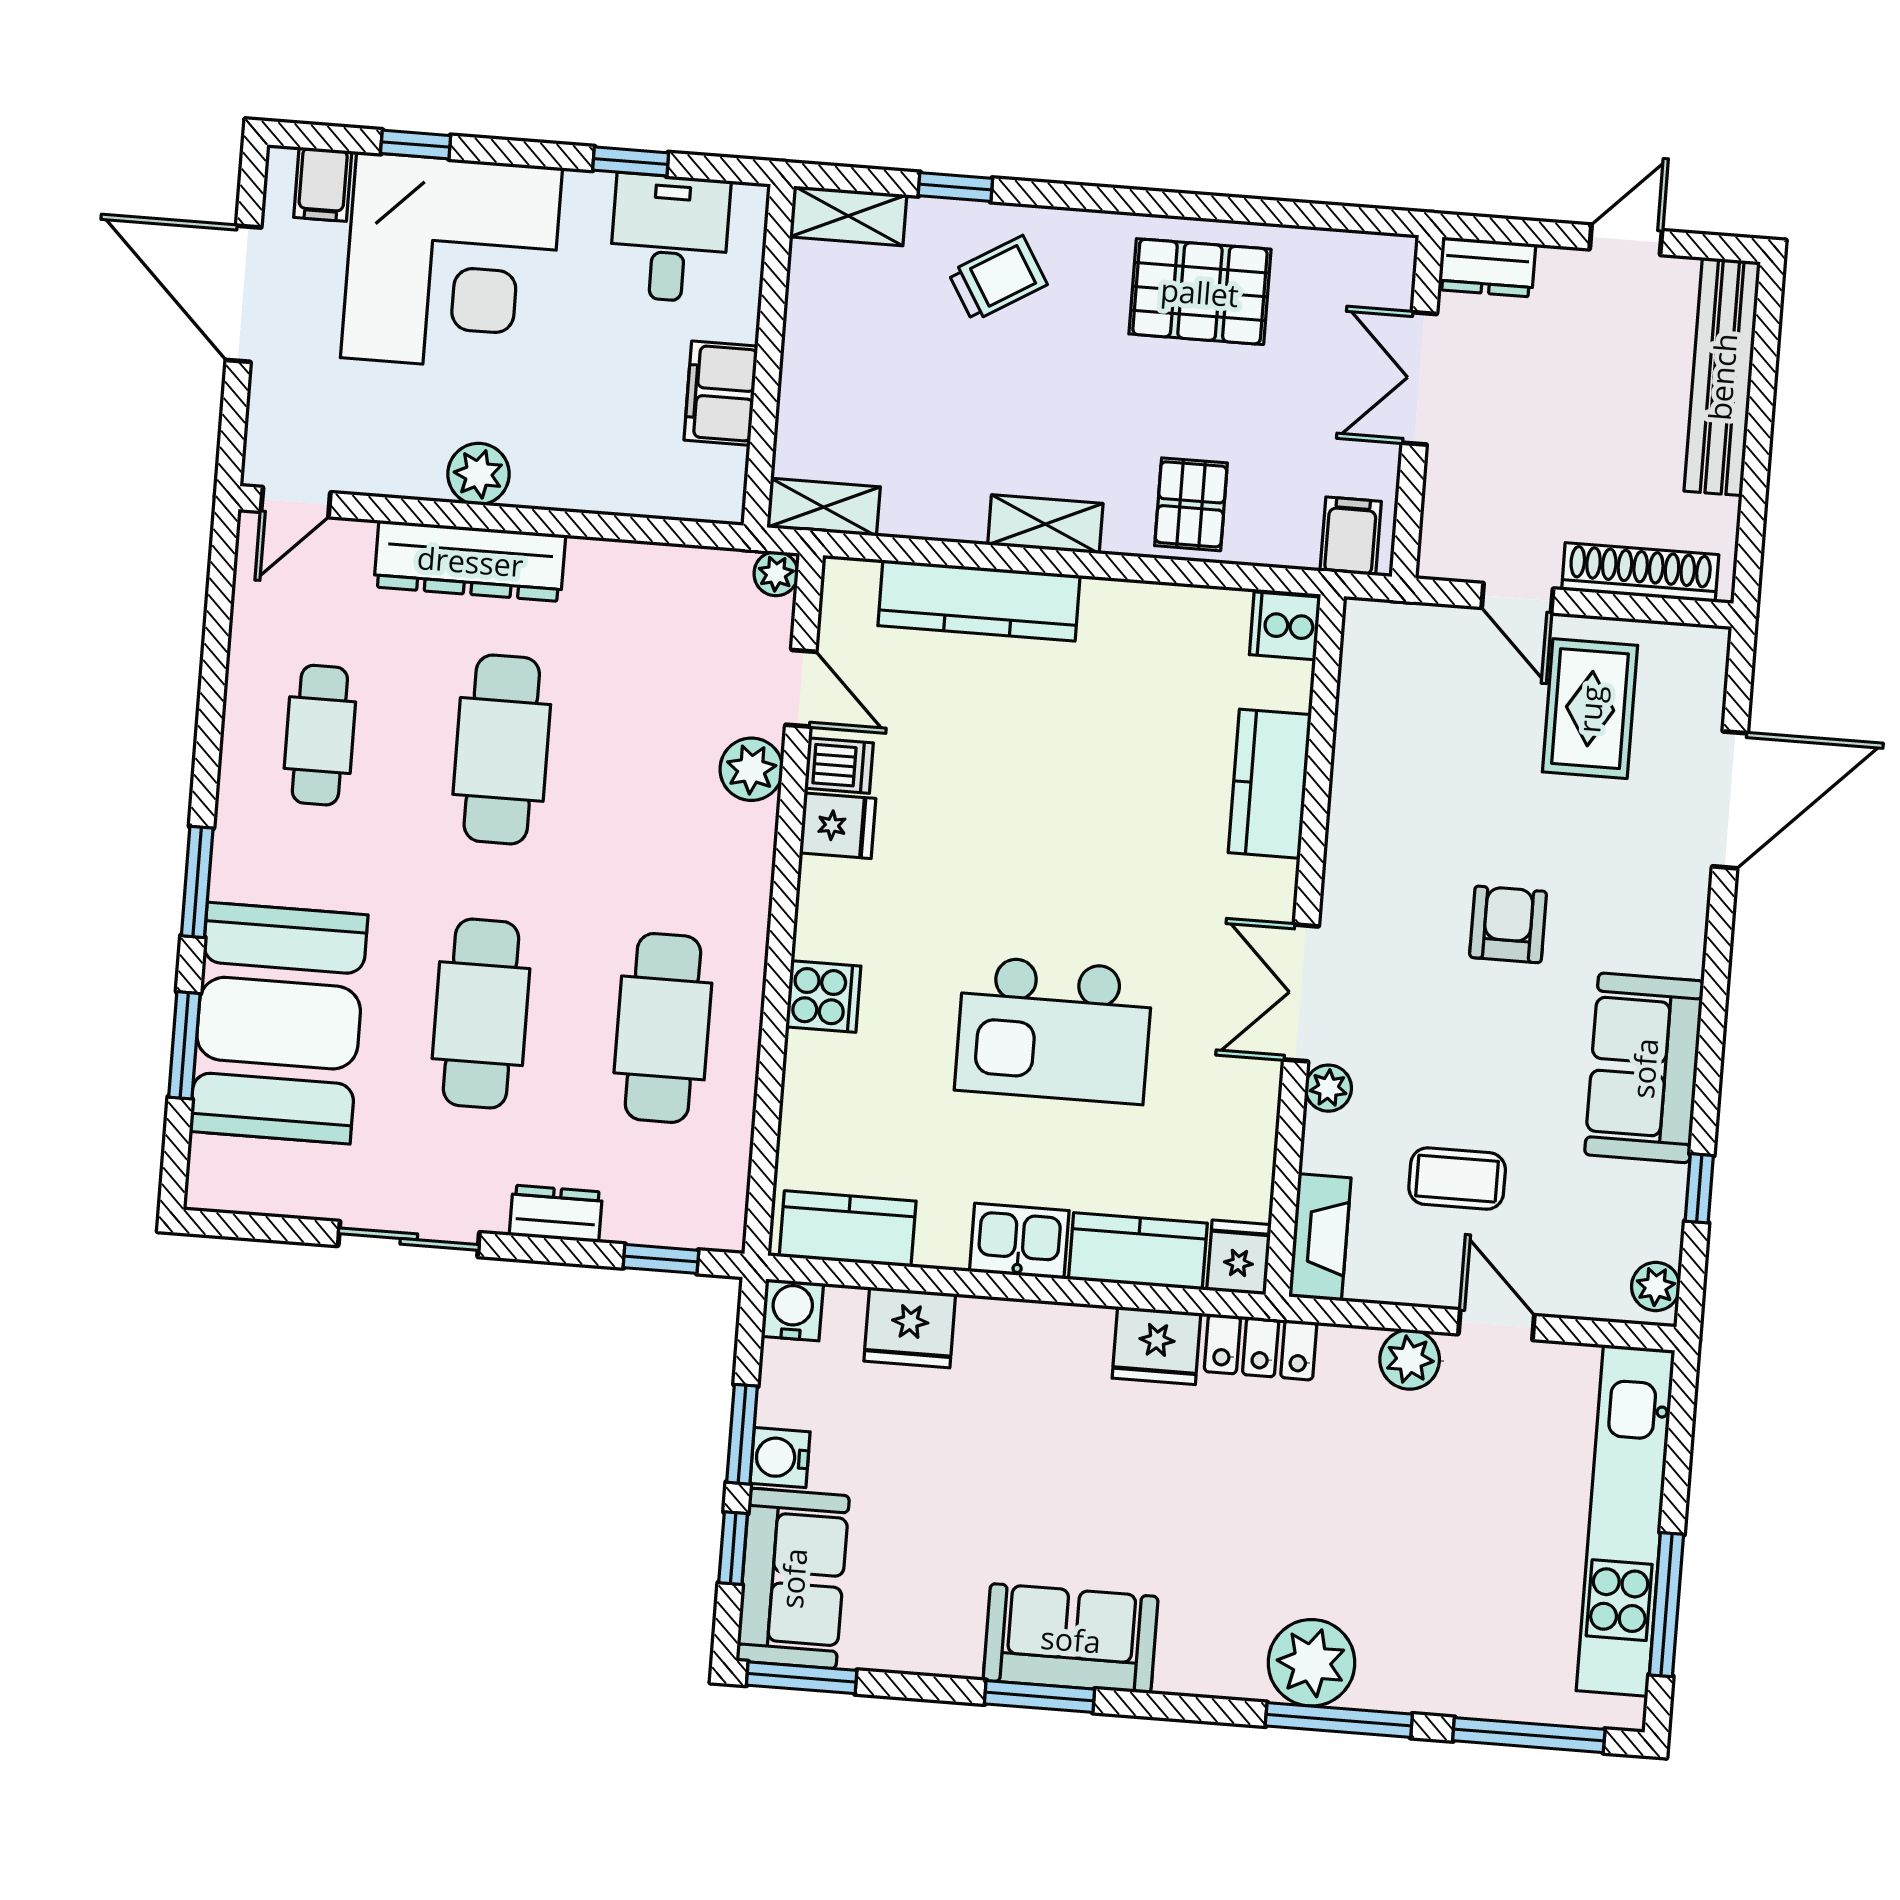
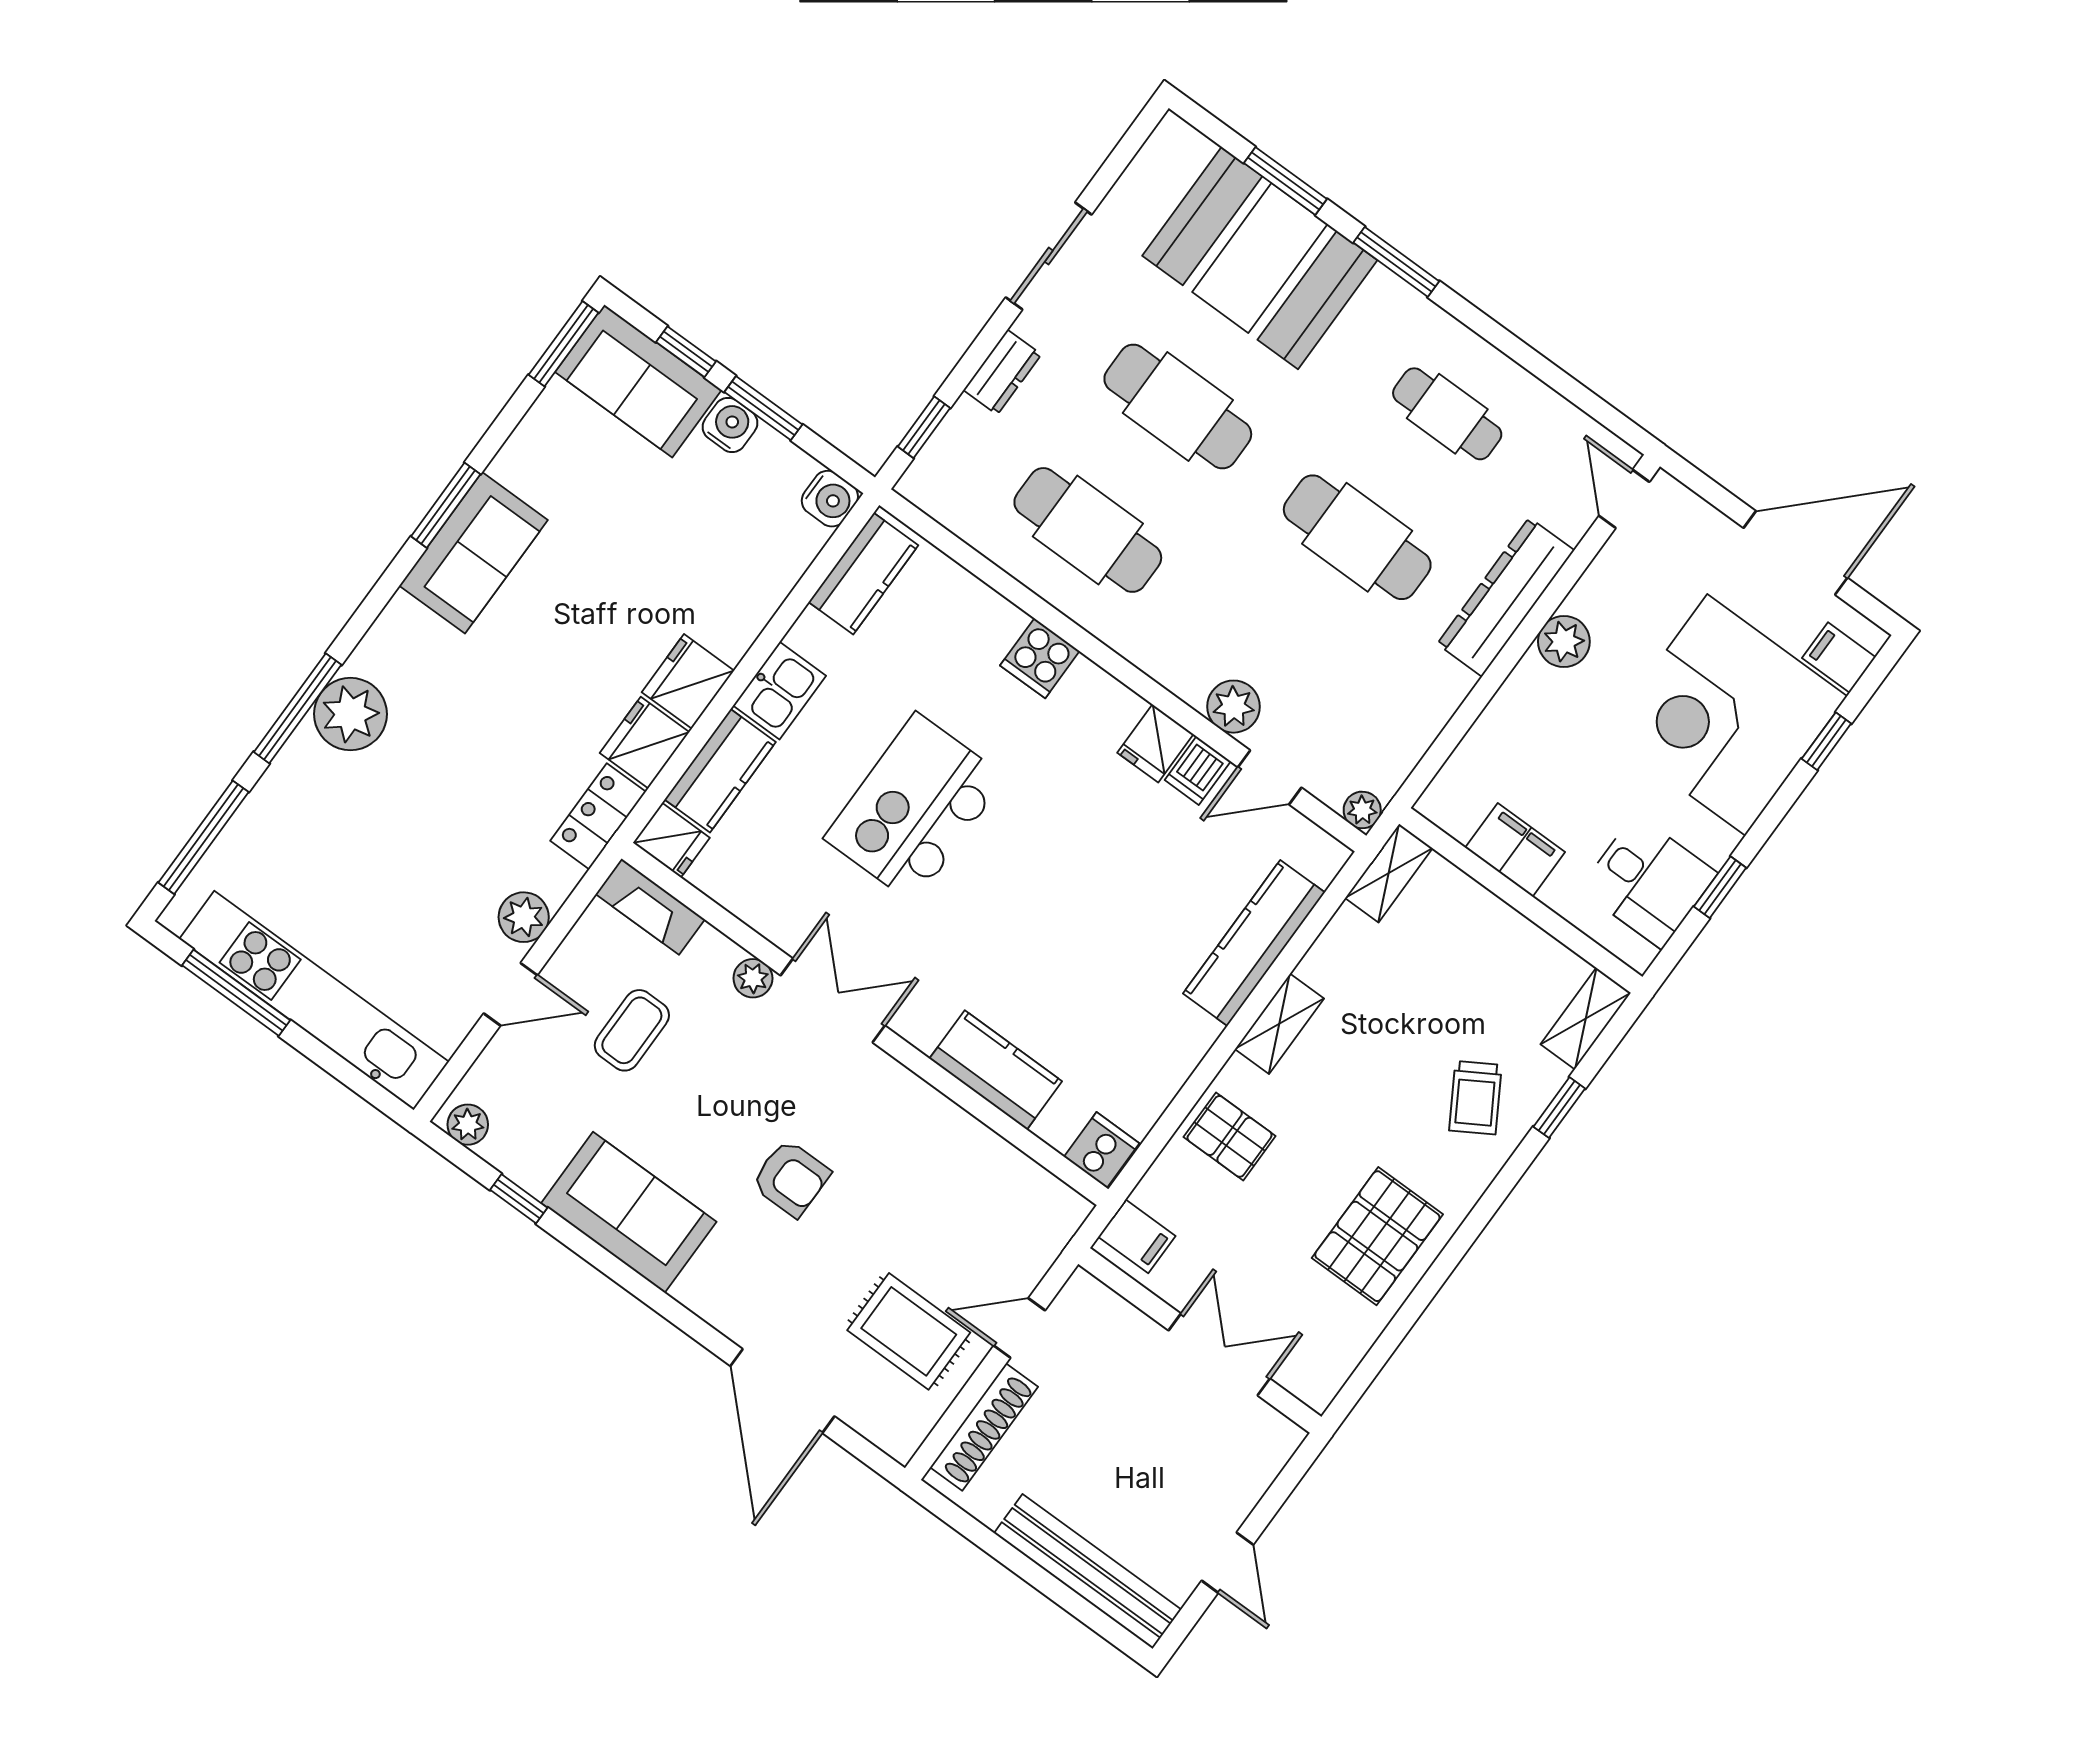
dresser: (1487, 267) -> (1269, 1452), removed
fridge: (910, 1327) -> (688, 681), moved

